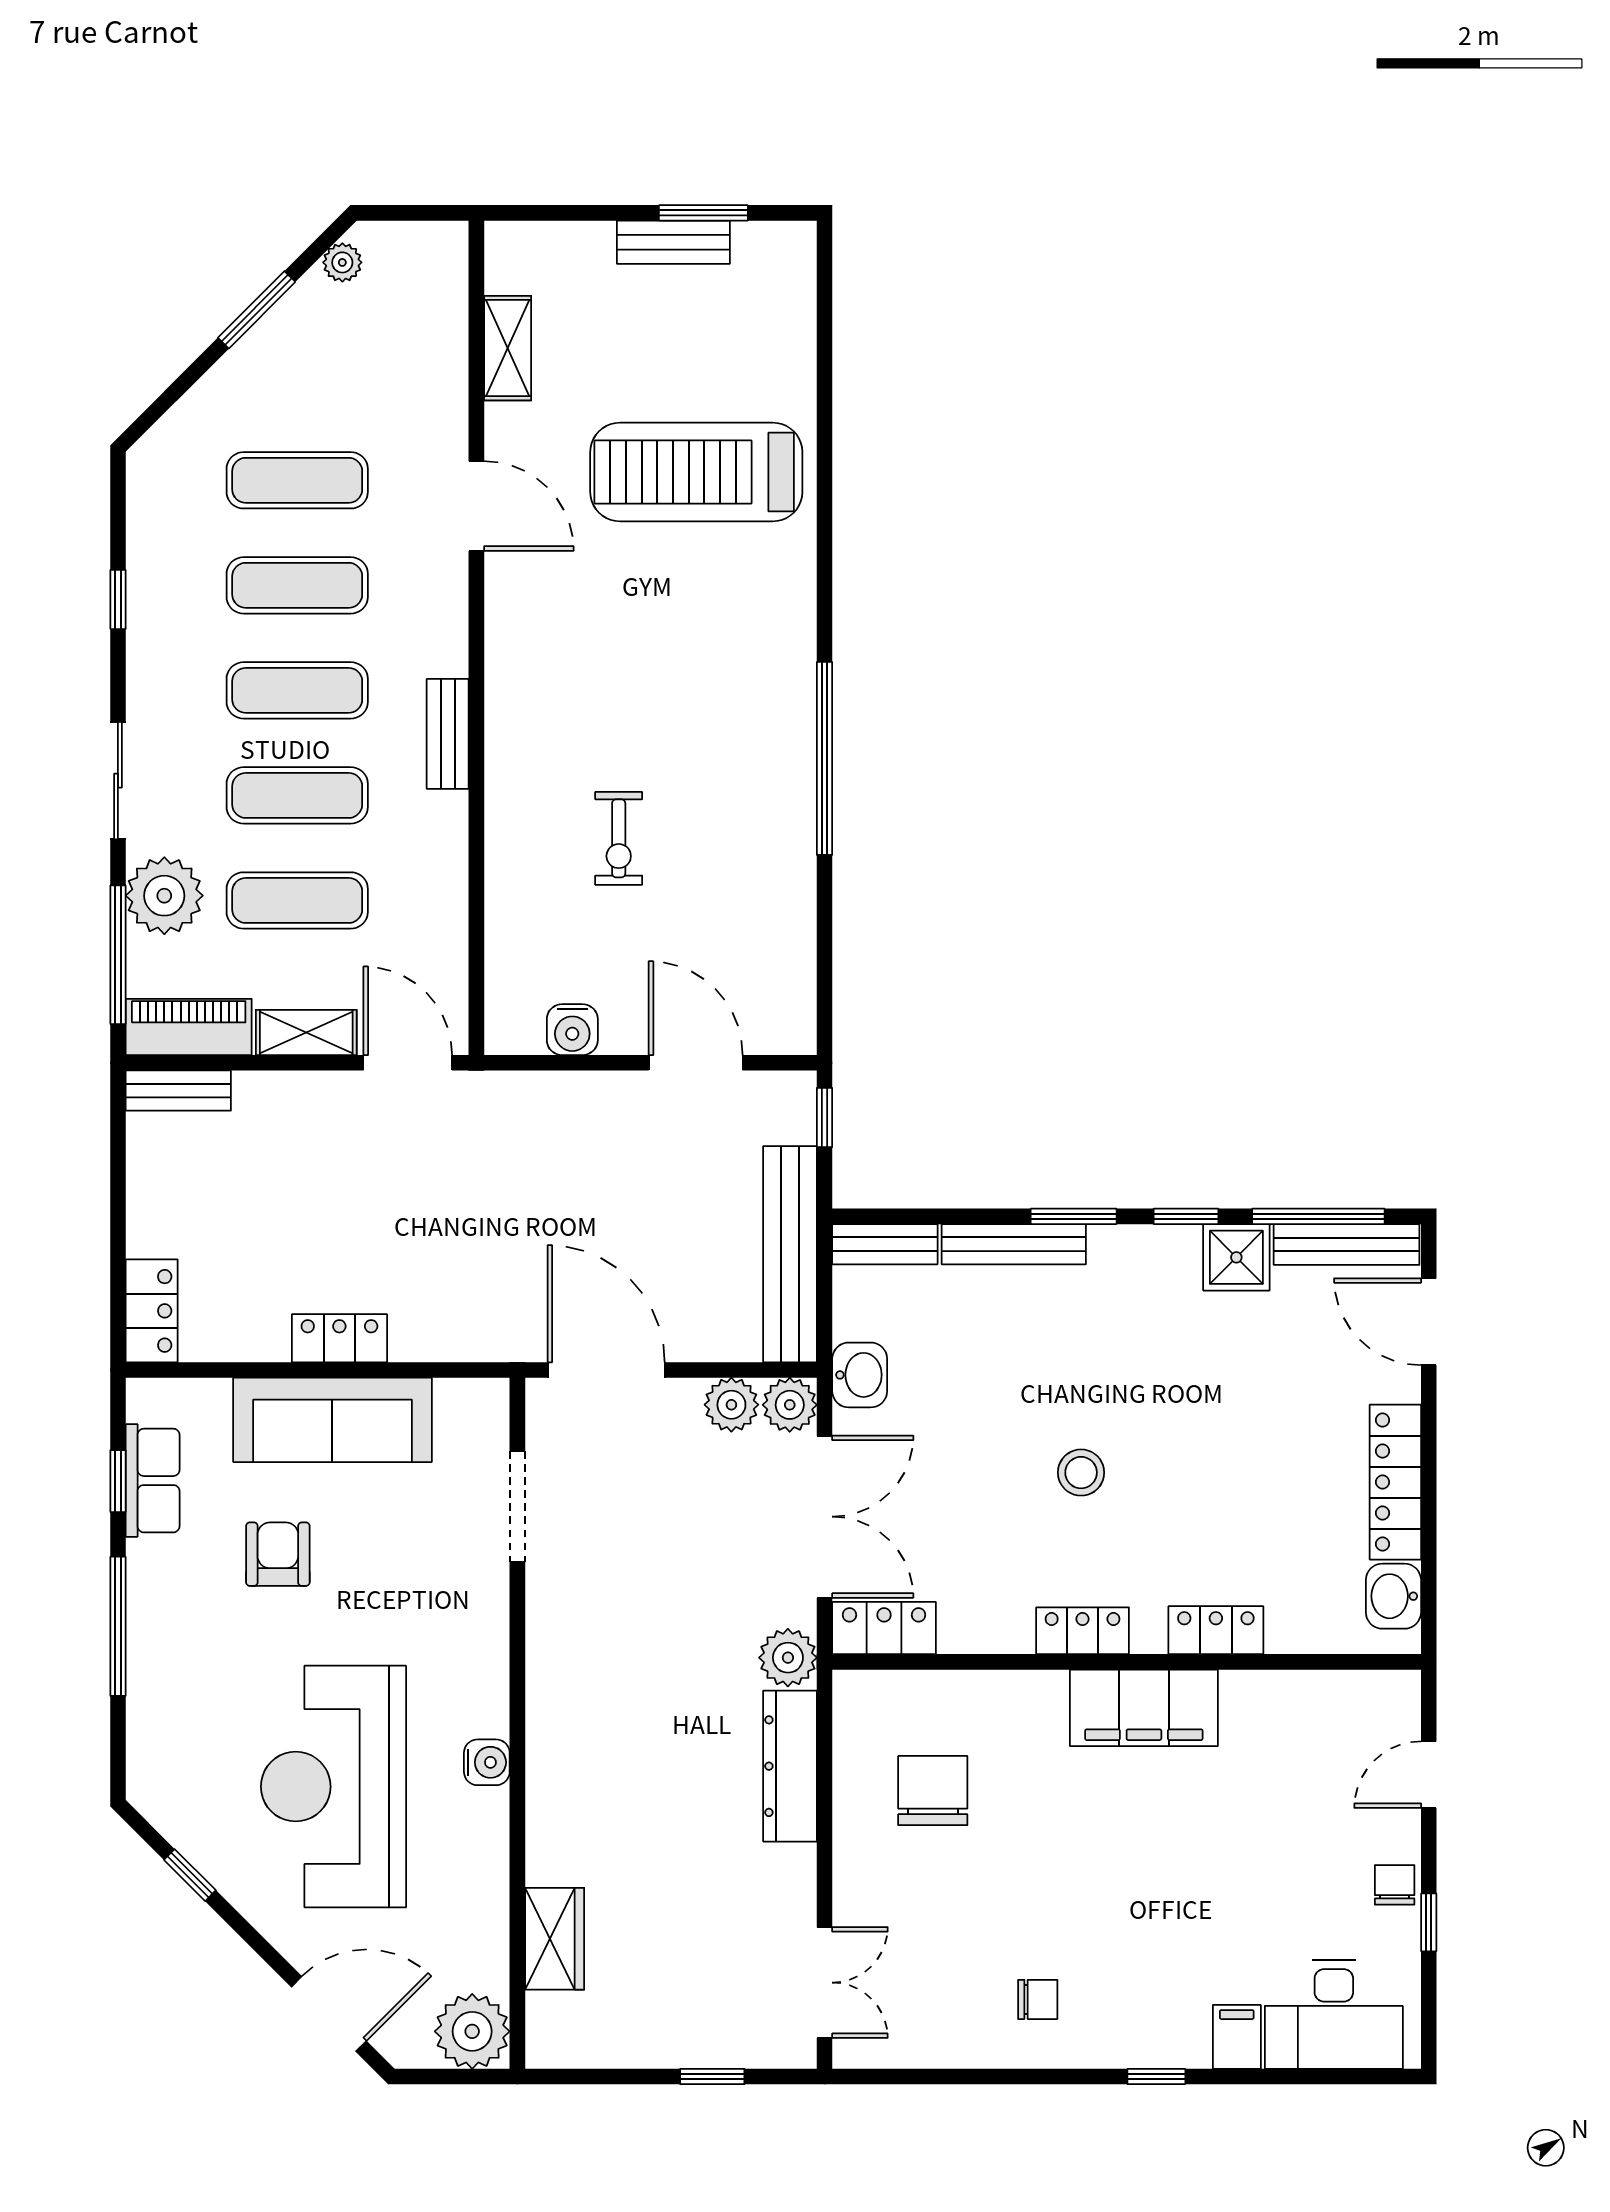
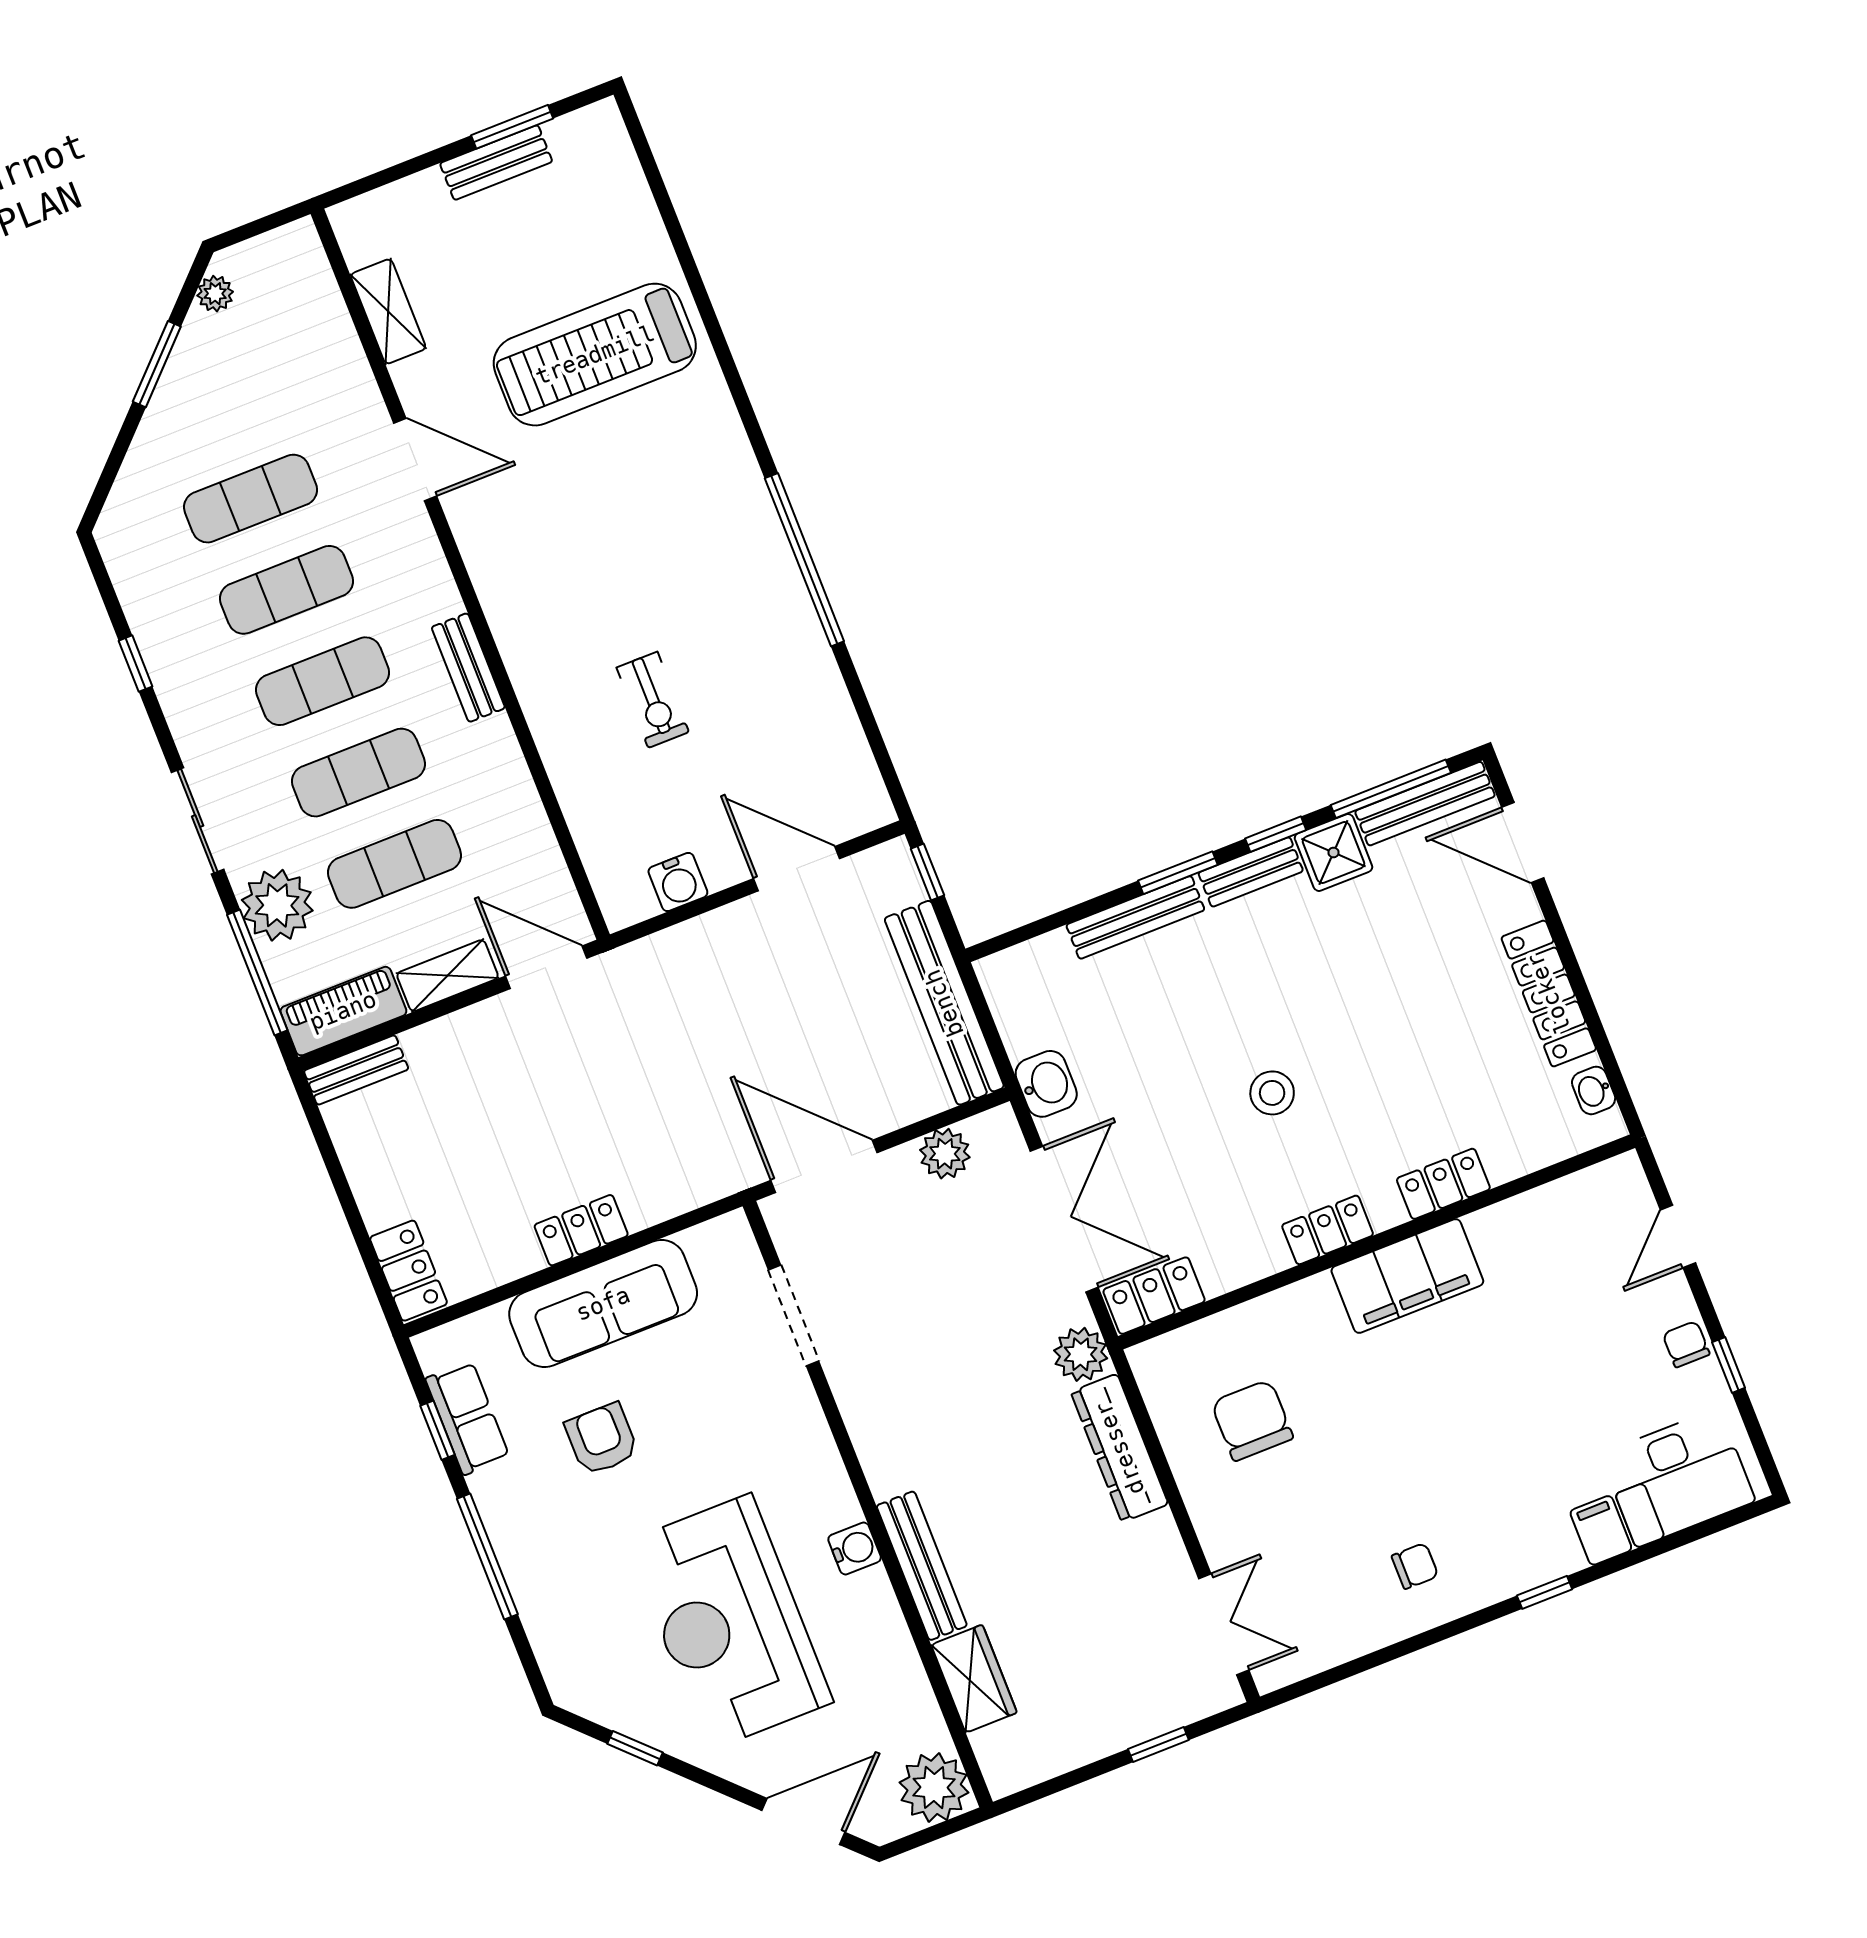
bench: (885, 1244) -> (1251, 872), moved
plant: (790, 1405) -> (996, 1134), removed
washbasin: (1393, 1596) -> (1594, 1090), width x0.72, depth x0.69
bench: (547, 1806) -> (922, 1566), added

